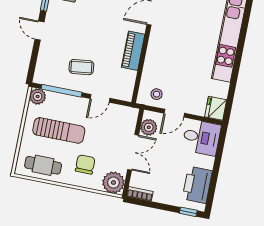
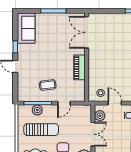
plant: (38, 96) -> (37, 110), moved
door: (174, 113) -> (115, 103), swing flipped

